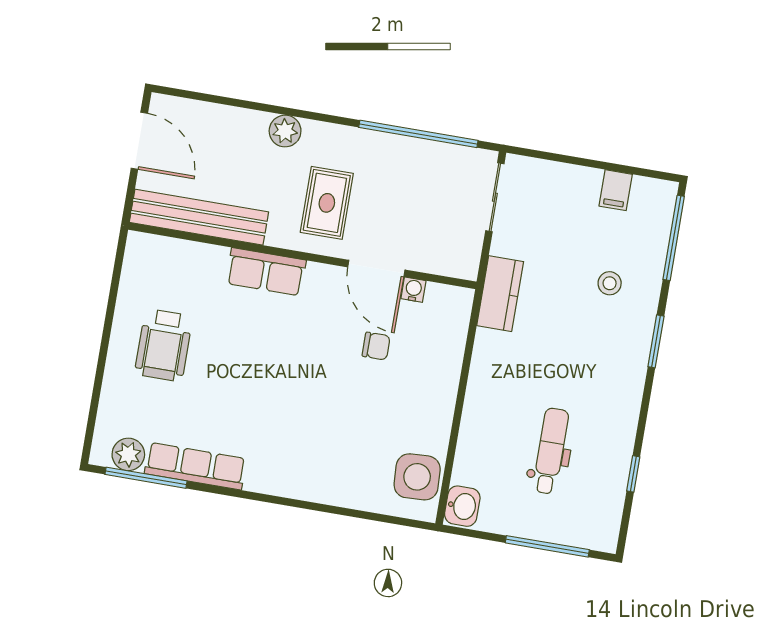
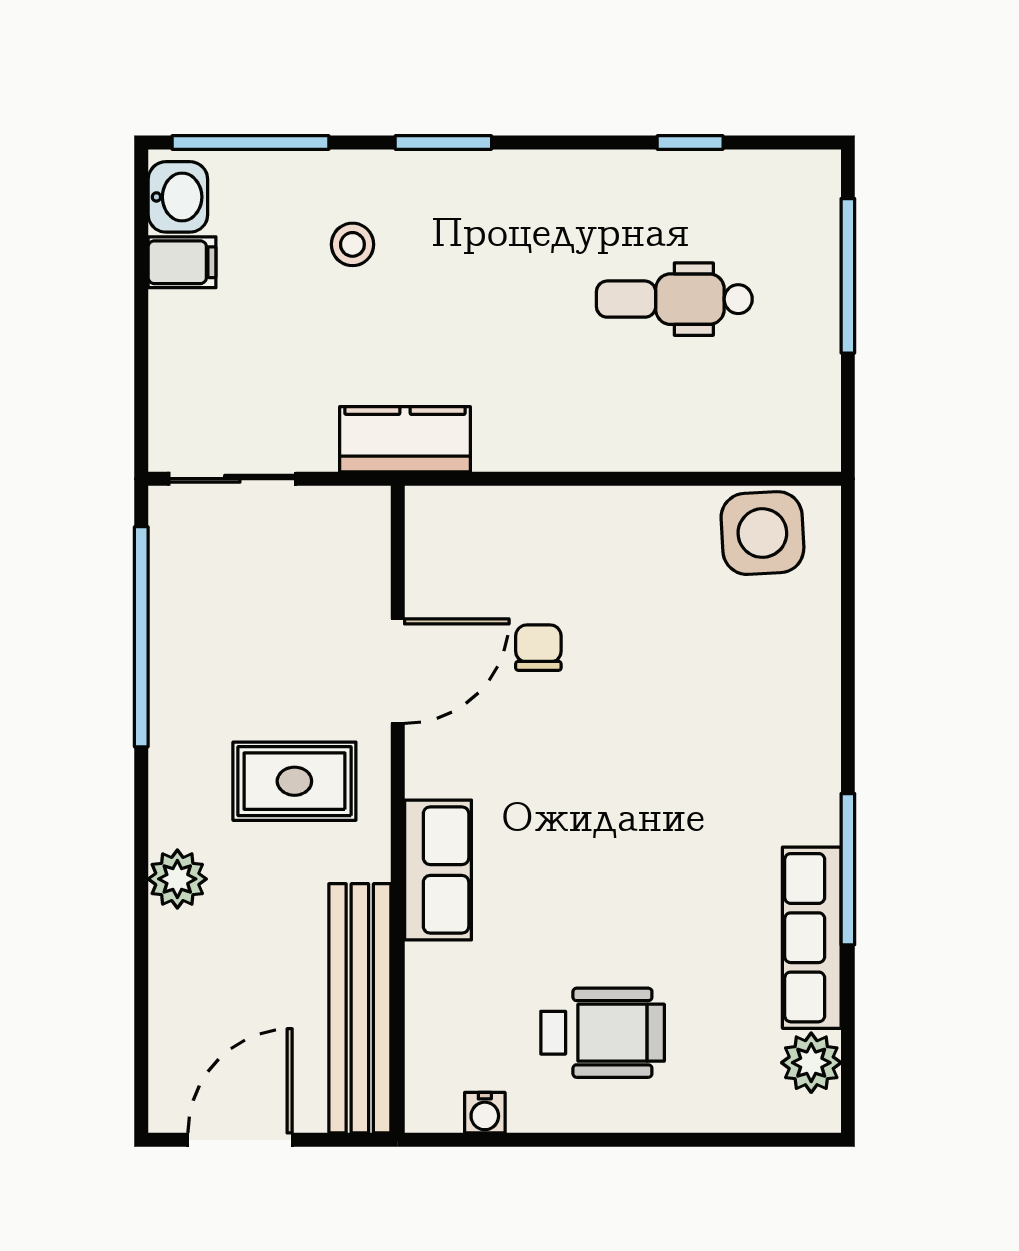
water cooler: (413, 290) -> (485, 1113), moved, turned -90
window: (146, 478) -> (848, 869), moved
washbasin: (462, 506) -> (178, 197), moved, turned 90

